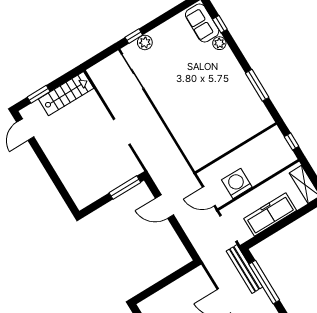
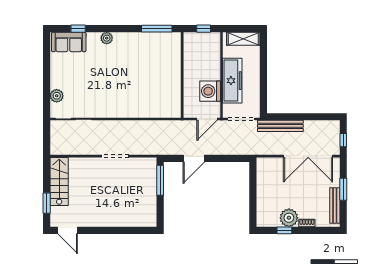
window: (134, 36) -> (47, 101), removed
plant: (219, 43) -> (107, 38), moved
window: (257, 85) -> (157, 29), moved
freezer: (270, 214) -> (232, 81), moved, turned 180
window: (264, 282) -> (300, 117), removed

